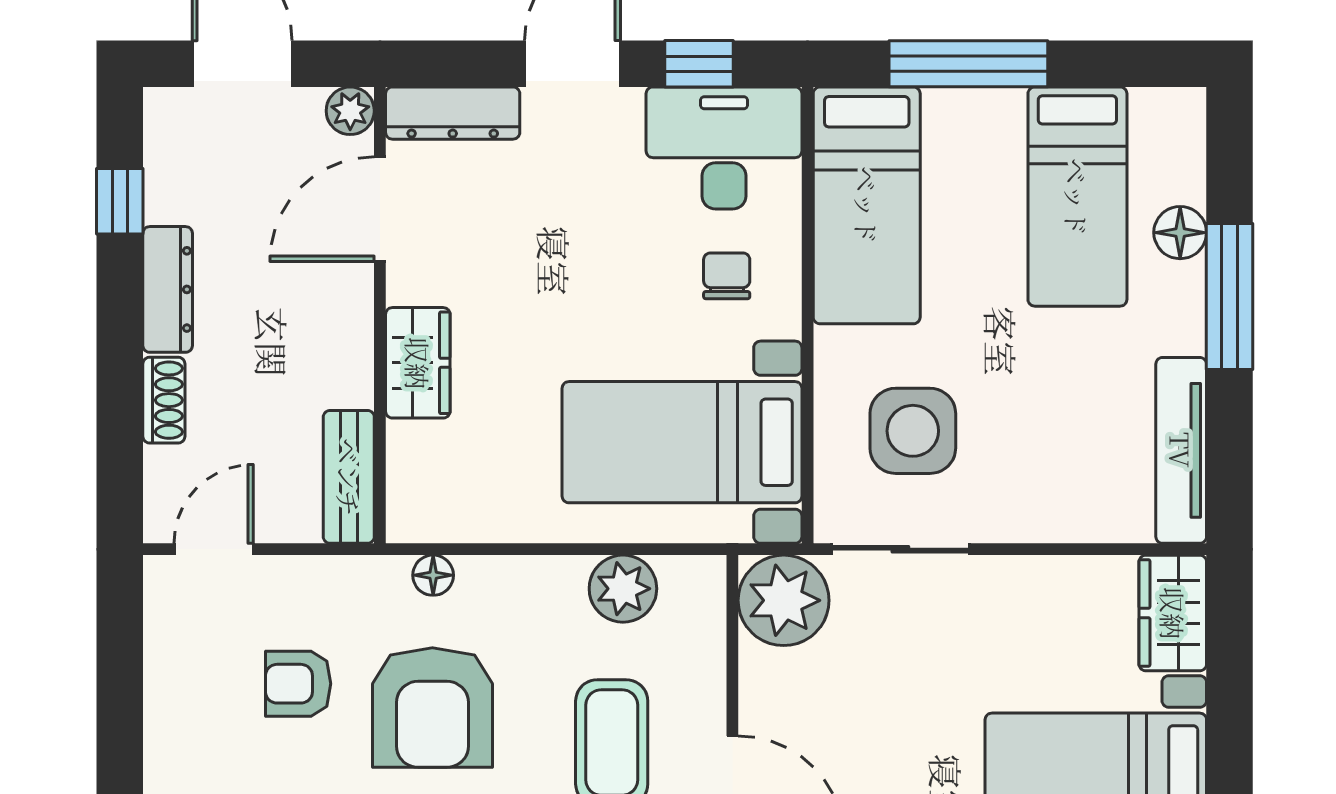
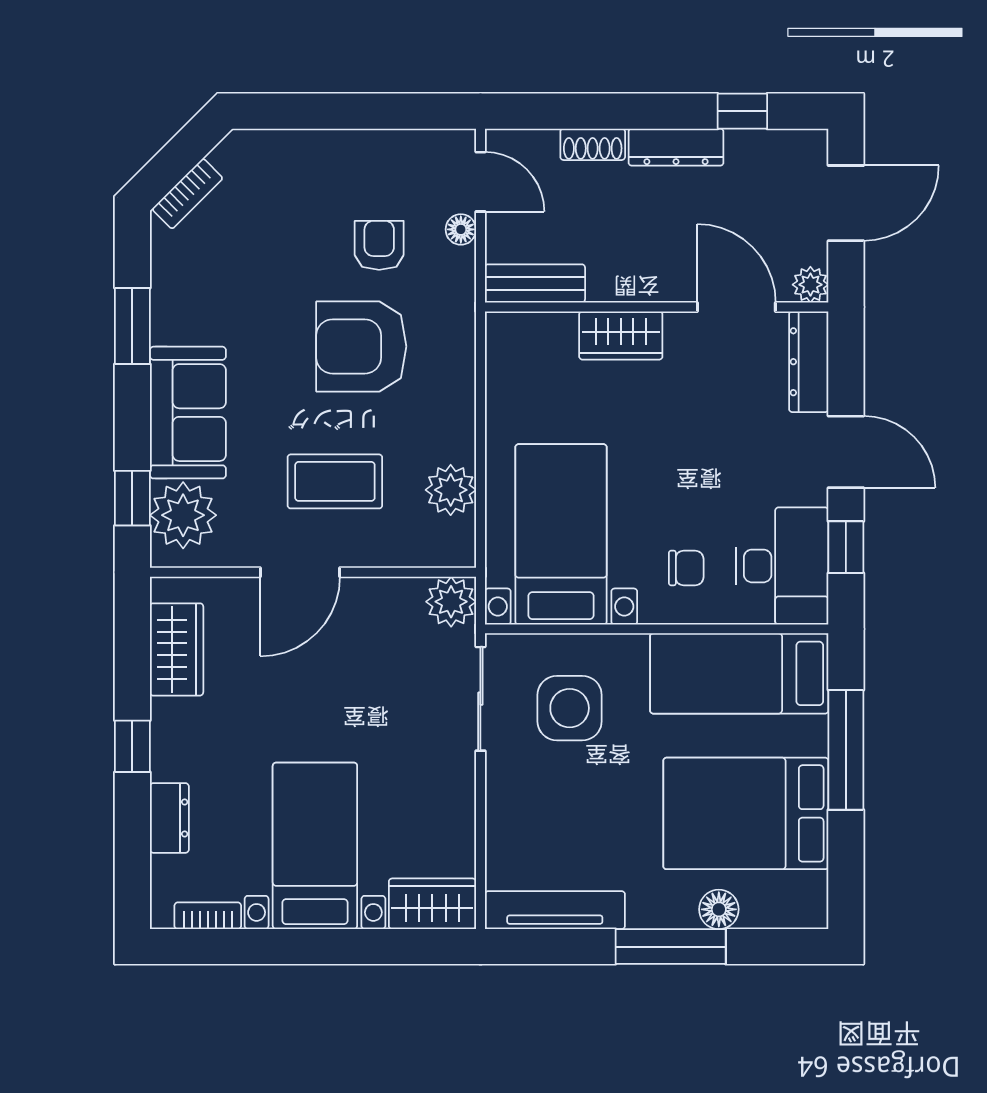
bed: (1077, 197) -> (746, 813), width x1.50
floor lamp: (433, 575) -> (461, 229), moved
plant: (784, 600) -> (451, 602), width x0.73, depth x0.73

